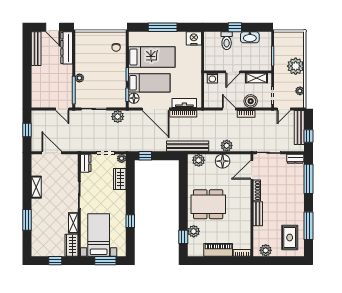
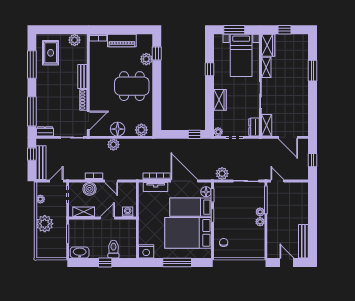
washbasin: (250, 37) -> (80, 252), moved
dresser: (67, 48) -> (273, 242), removed
bed: (152, 57) -> (188, 233), width x1.50
plant: (80, 68) -> (260, 222), added
bench: (188, 146) -> (152, 144), removed
wardrobe: (120, 179) -> (220, 100), moved
shelving: (36, 187) -> (267, 125), moved

